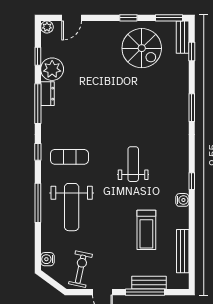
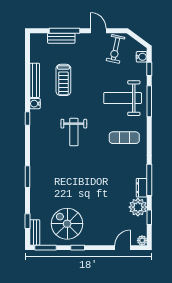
window: (38, 152) -> (149, 69), moved
weight bench: (72, 207) -> (123, 98), turned -90
treadmill: (146, 230) -> (63, 80), turned 180
bench: (183, 251) -> (35, 80), moved

